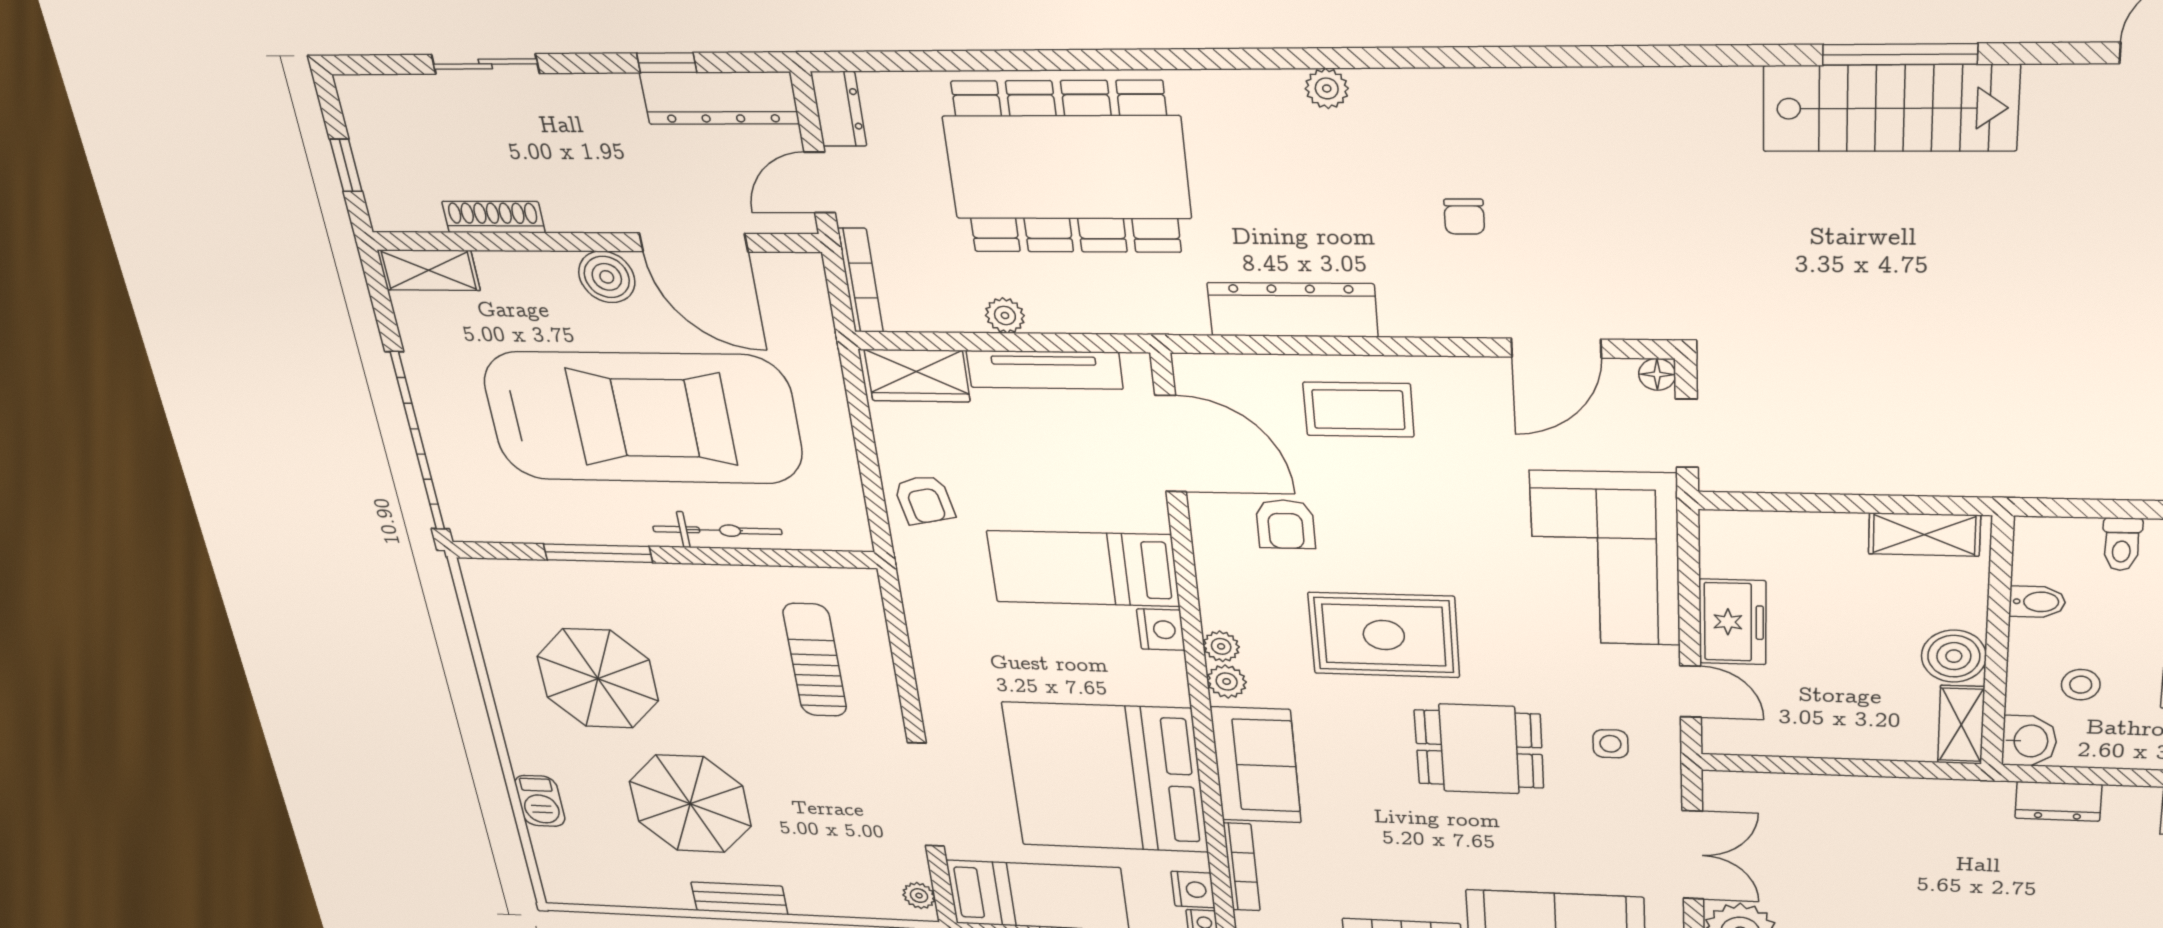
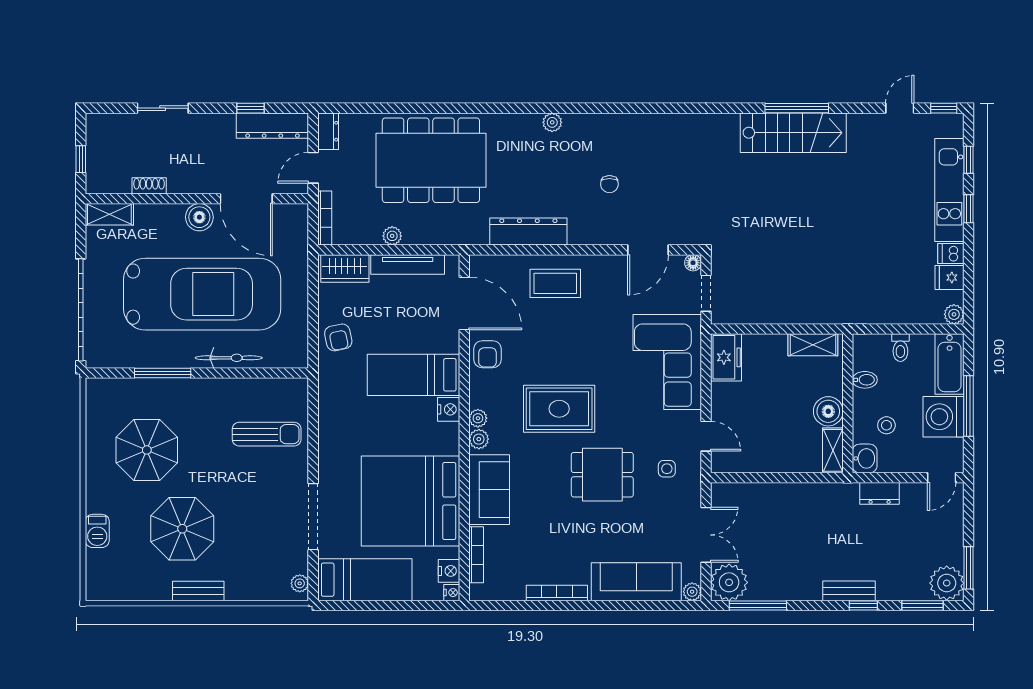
shoe rack: (493, 217) -> (149, 186), width x0.70
armchair: (1285, 524) -> (488, 354), moved
freezer: (1733, 622) -> (726, 357), moved
sun lounger: (815, 660) -> (267, 434), turned 90

